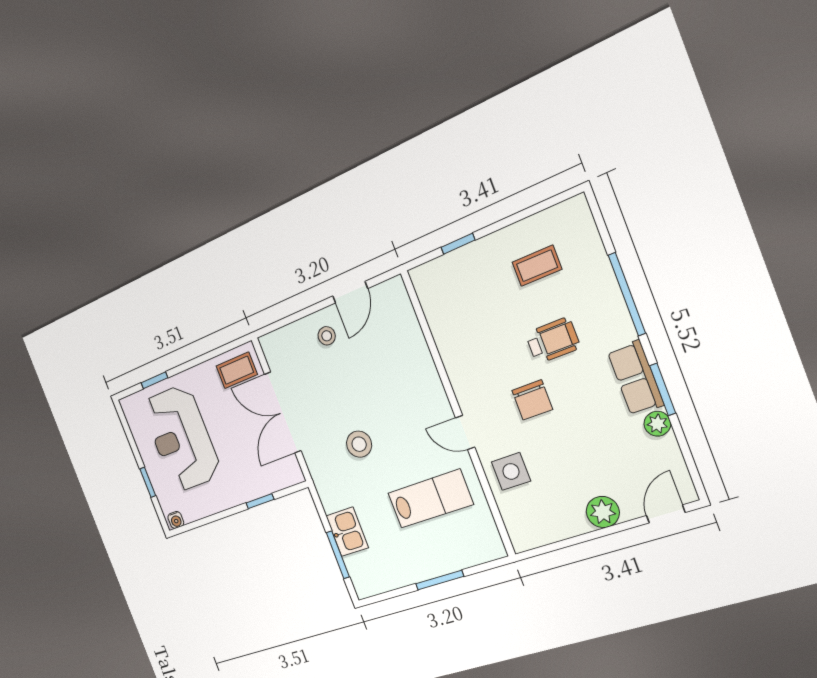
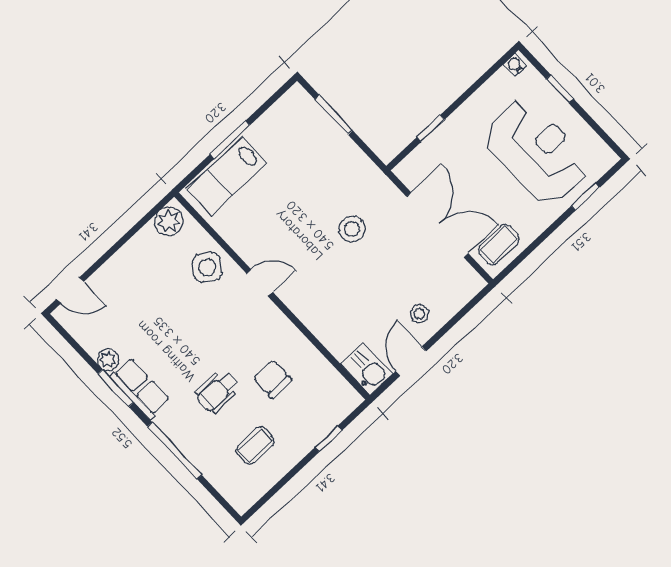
chair: (532, 400) -> (273, 379), moved
side table: (511, 471) -> (207, 267), turned 33
lab bench: (430, 499) -> (226, 176), moved
plant: (603, 512) -> (169, 221), moved
door: (666, 514) -> (70, 290), hinge flipped
kitchen sink: (347, 532) -> (367, 369), moved, turned 180

